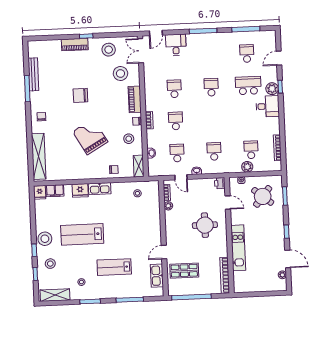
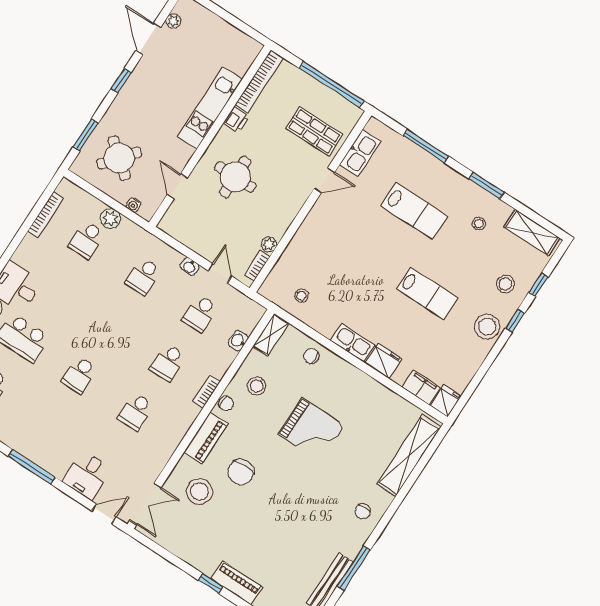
stool: (109, 50) -> (192, 539), removed
chair: (80, 95) -> (241, 472), moved, turned 90
grand piano: (90, 137) -> (311, 430), turned -60
printer: (220, 183) -> (236, 120), moved
lab bench: (82, 234) -> (427, 293), width x0.73, depth x0.72

